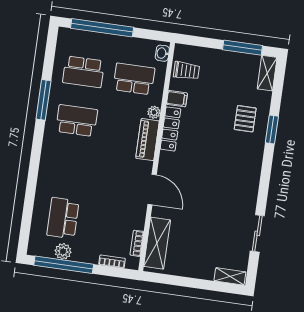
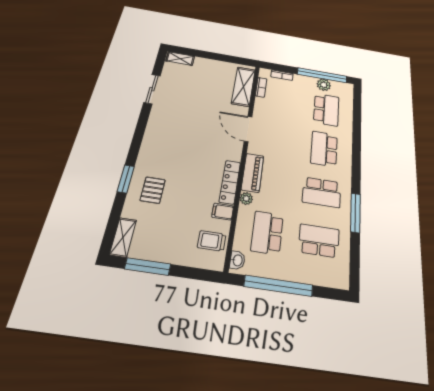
window: (102, 28) -> (279, 286), moved
school desk: (134, 79) -> (267, 233), turned 90
school desk: (70, 169) -> (324, 149), added

